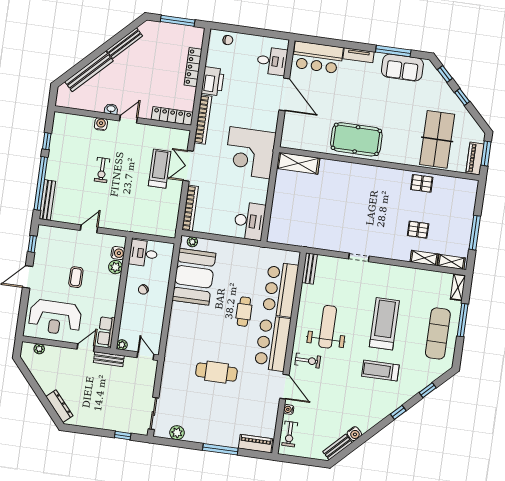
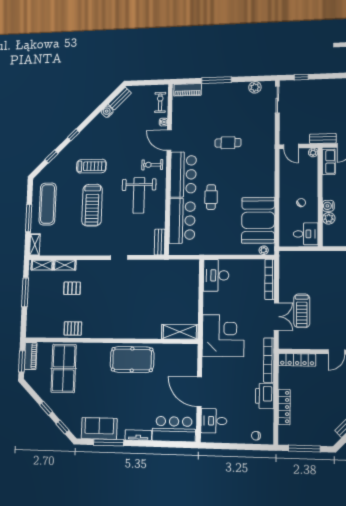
water cooler: (118, 253) -> (328, 206), moved
cafe table: (216, 372) -> (228, 143), width x0.73, depth x0.74

